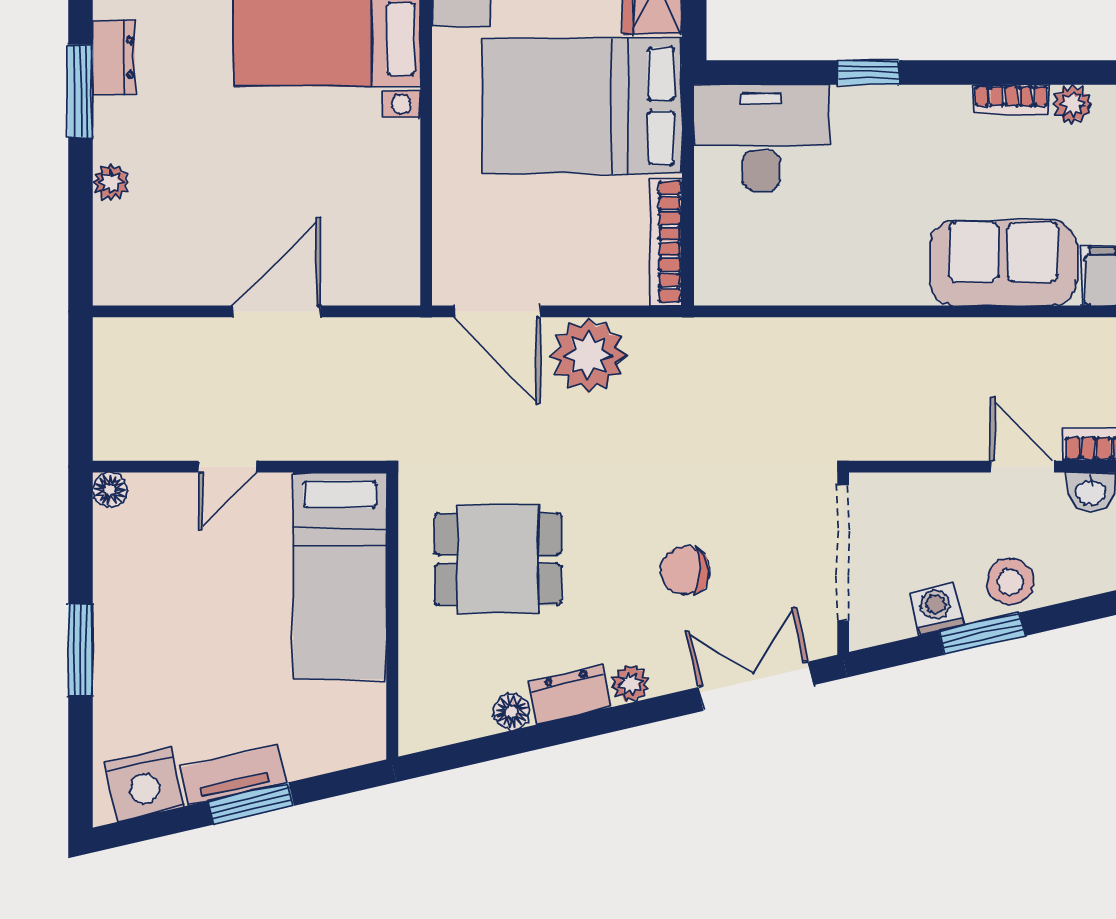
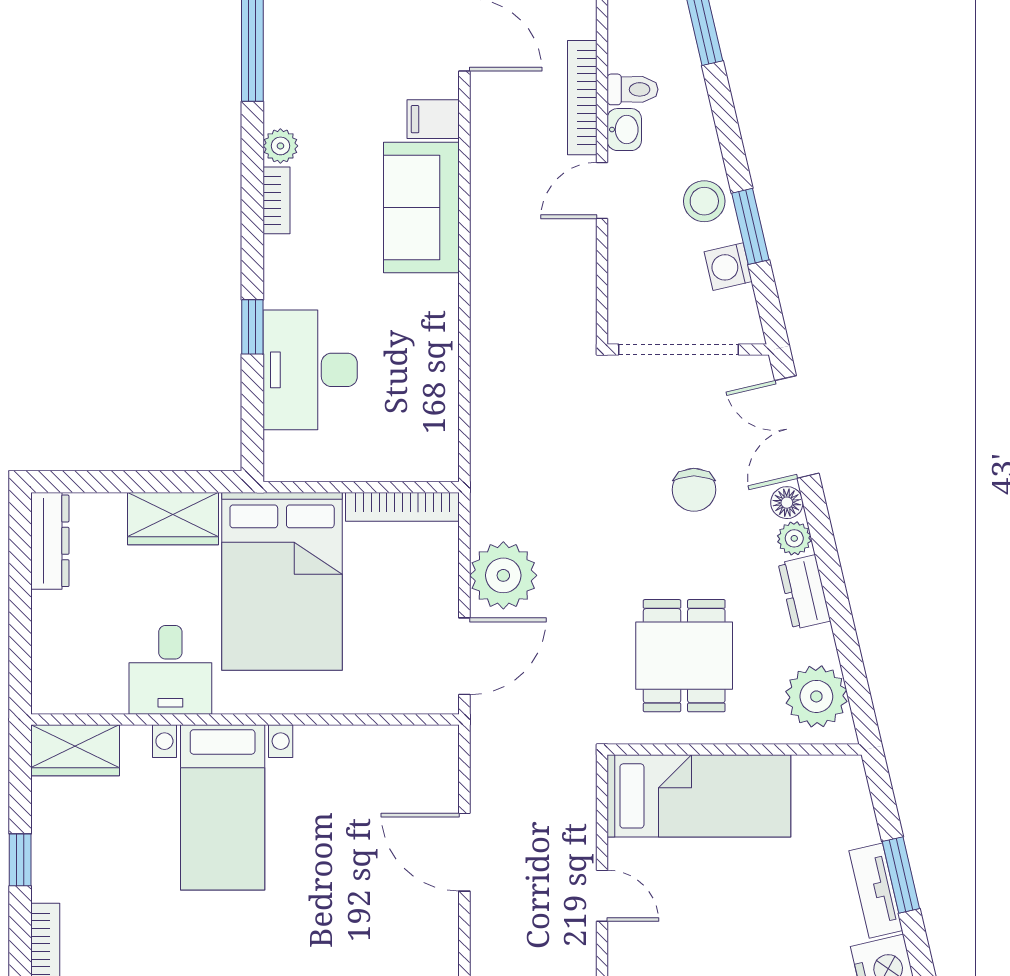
desk: (761, 138) -> (310, 370), moved
plant: (452, 708) -> (816, 696), added
floor lamp: (512, 712) -> (787, 503), moved

